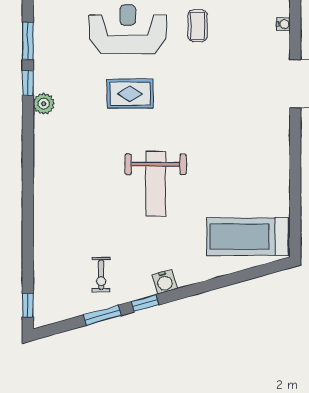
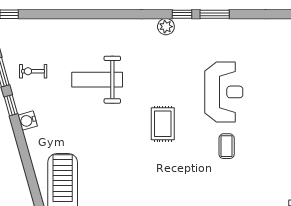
coffee table: (198, 26) -> (227, 146), turned 90
rug: (130, 94) -> (163, 124), moved
weight bench: (156, 184) -> (97, 80), moved

